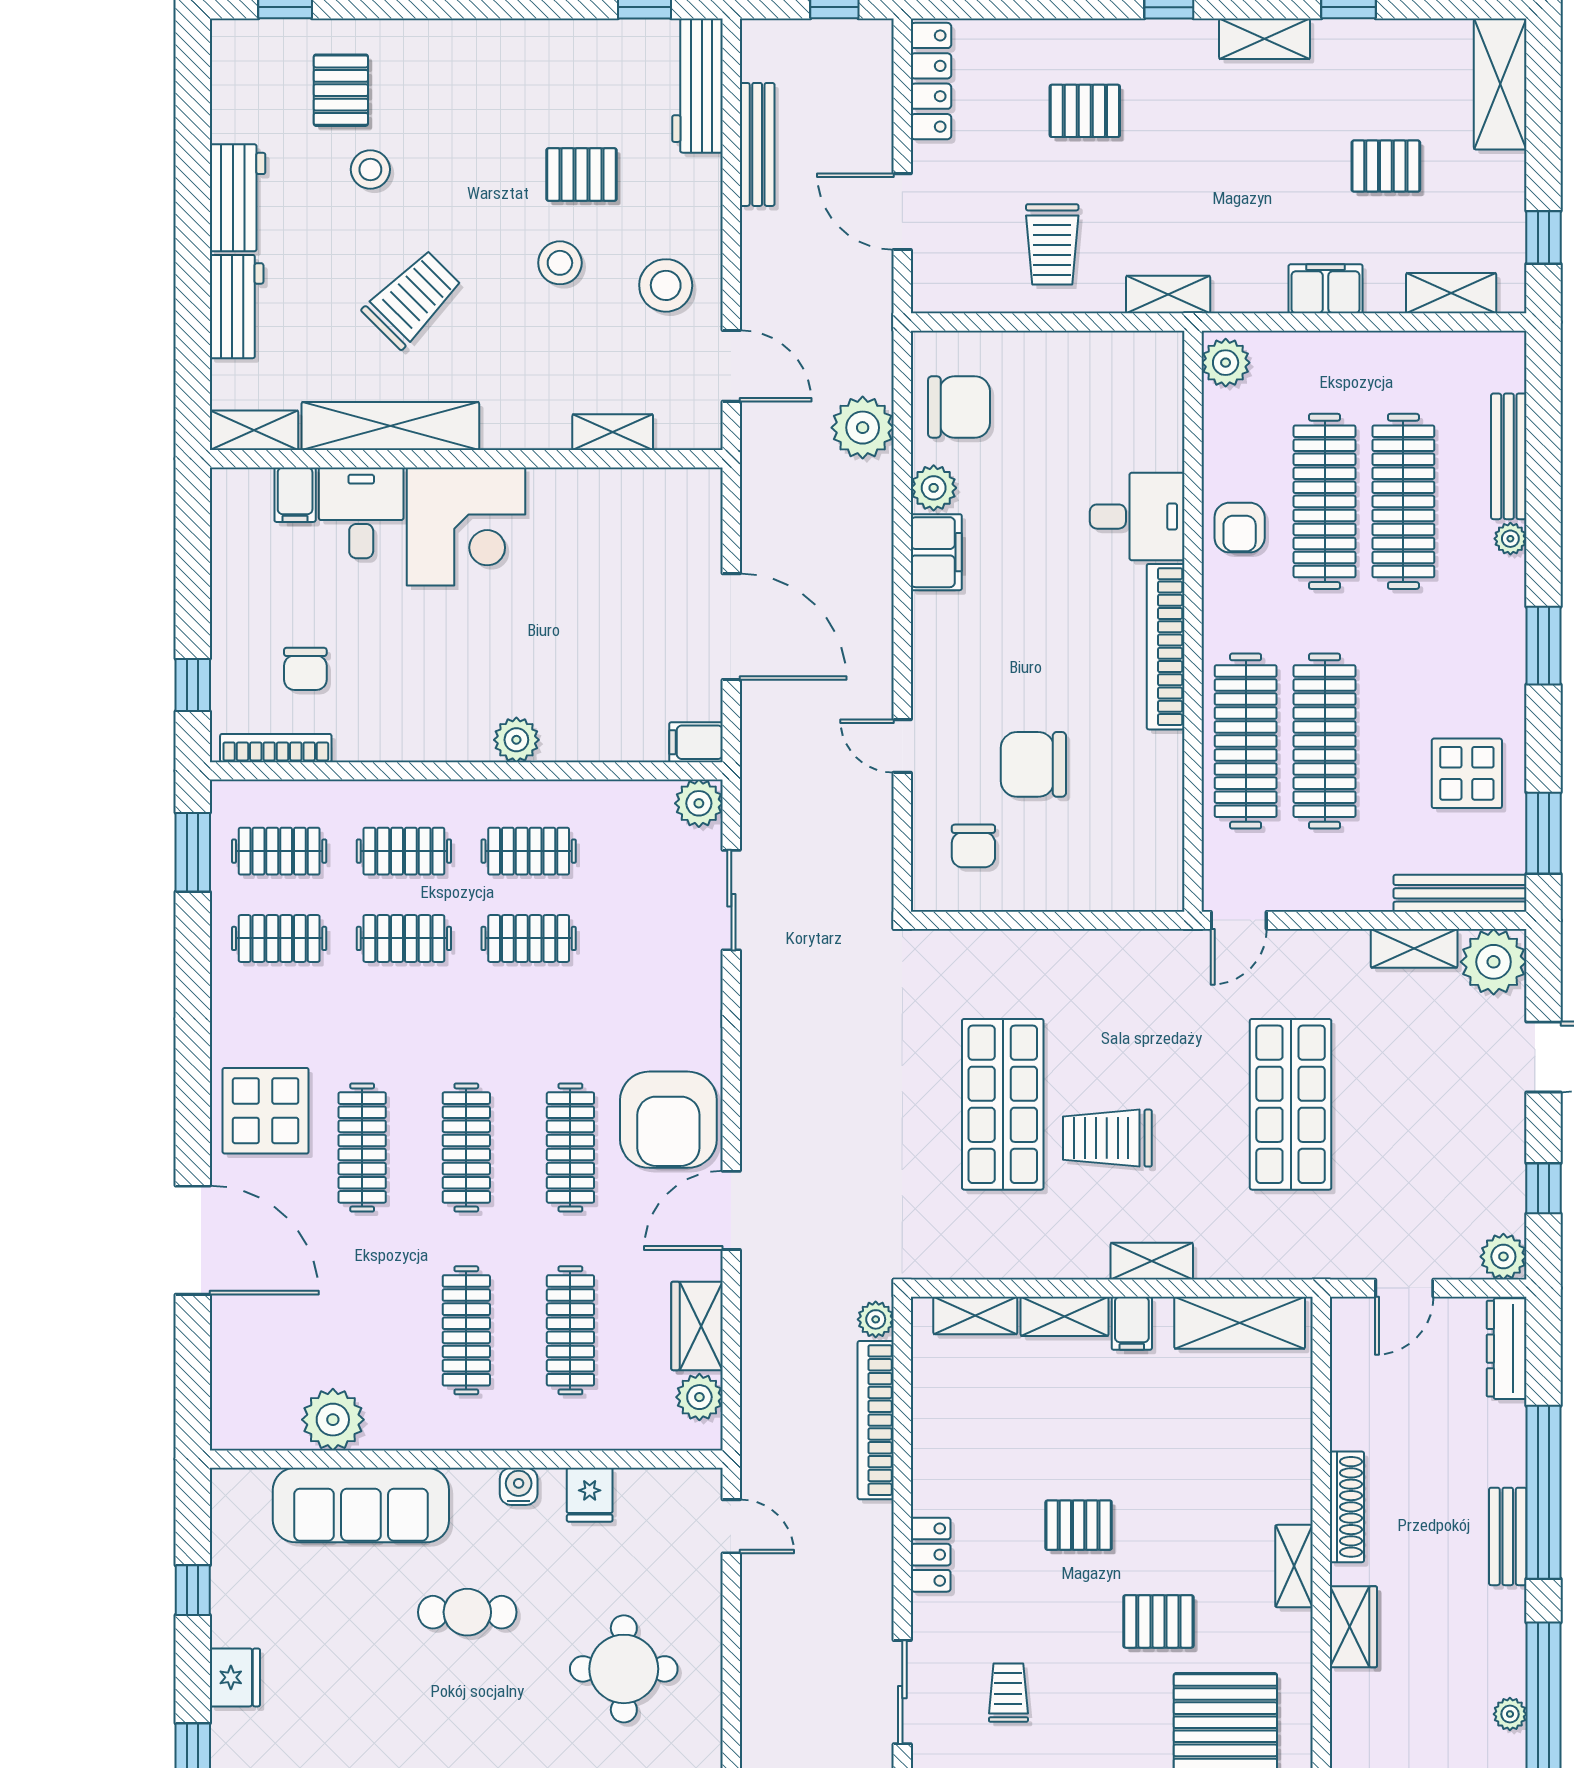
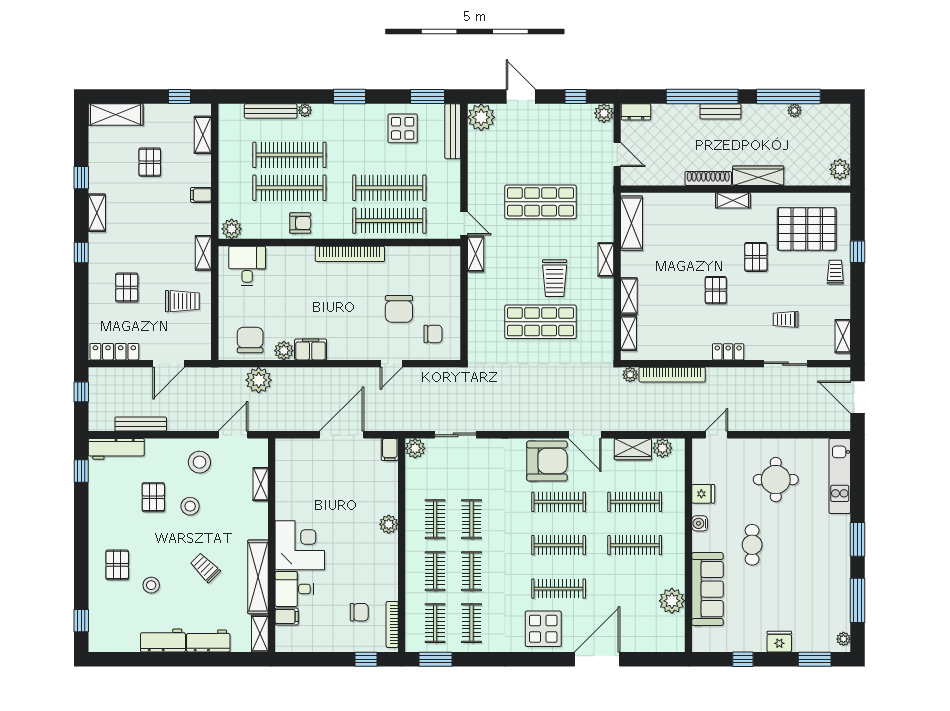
pallet: (341, 90) -> (117, 565), moved, turned 90
filing cabinet: (1326, 289) -> (201, 195), width x0.50
trolley: (412, 299) -> (205, 568), width x0.73, depth x0.72
desk: (1137, 517) -> (247, 266), moved
shelving: (1414, 948) -> (476, 254), moved
filing cabinet: (1132, 1323) -> (632, 268), removed
dresser: (1507, 1349) -> (636, 112), width x0.70
wardrobe: (1353, 1627) -> (758, 176), width x1.50

